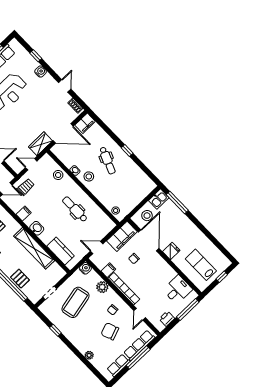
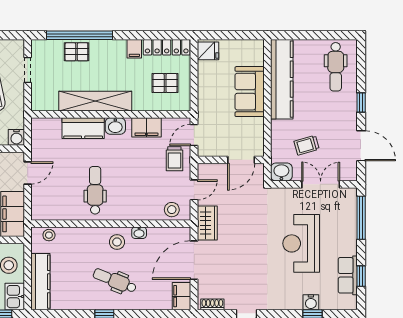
water cooler: (41, 72) -> (311, 302), moved
stool: (58, 175) -> (172, 210), moved
kitchen counter: (141, 194) -> (40, 282), added
dental chair: (75, 209) -> (95, 190), turned -90
filing cabinet: (24, 213) -> (146, 127), width x2.00
kitchen counter: (60, 251) -> (83, 128), moved

